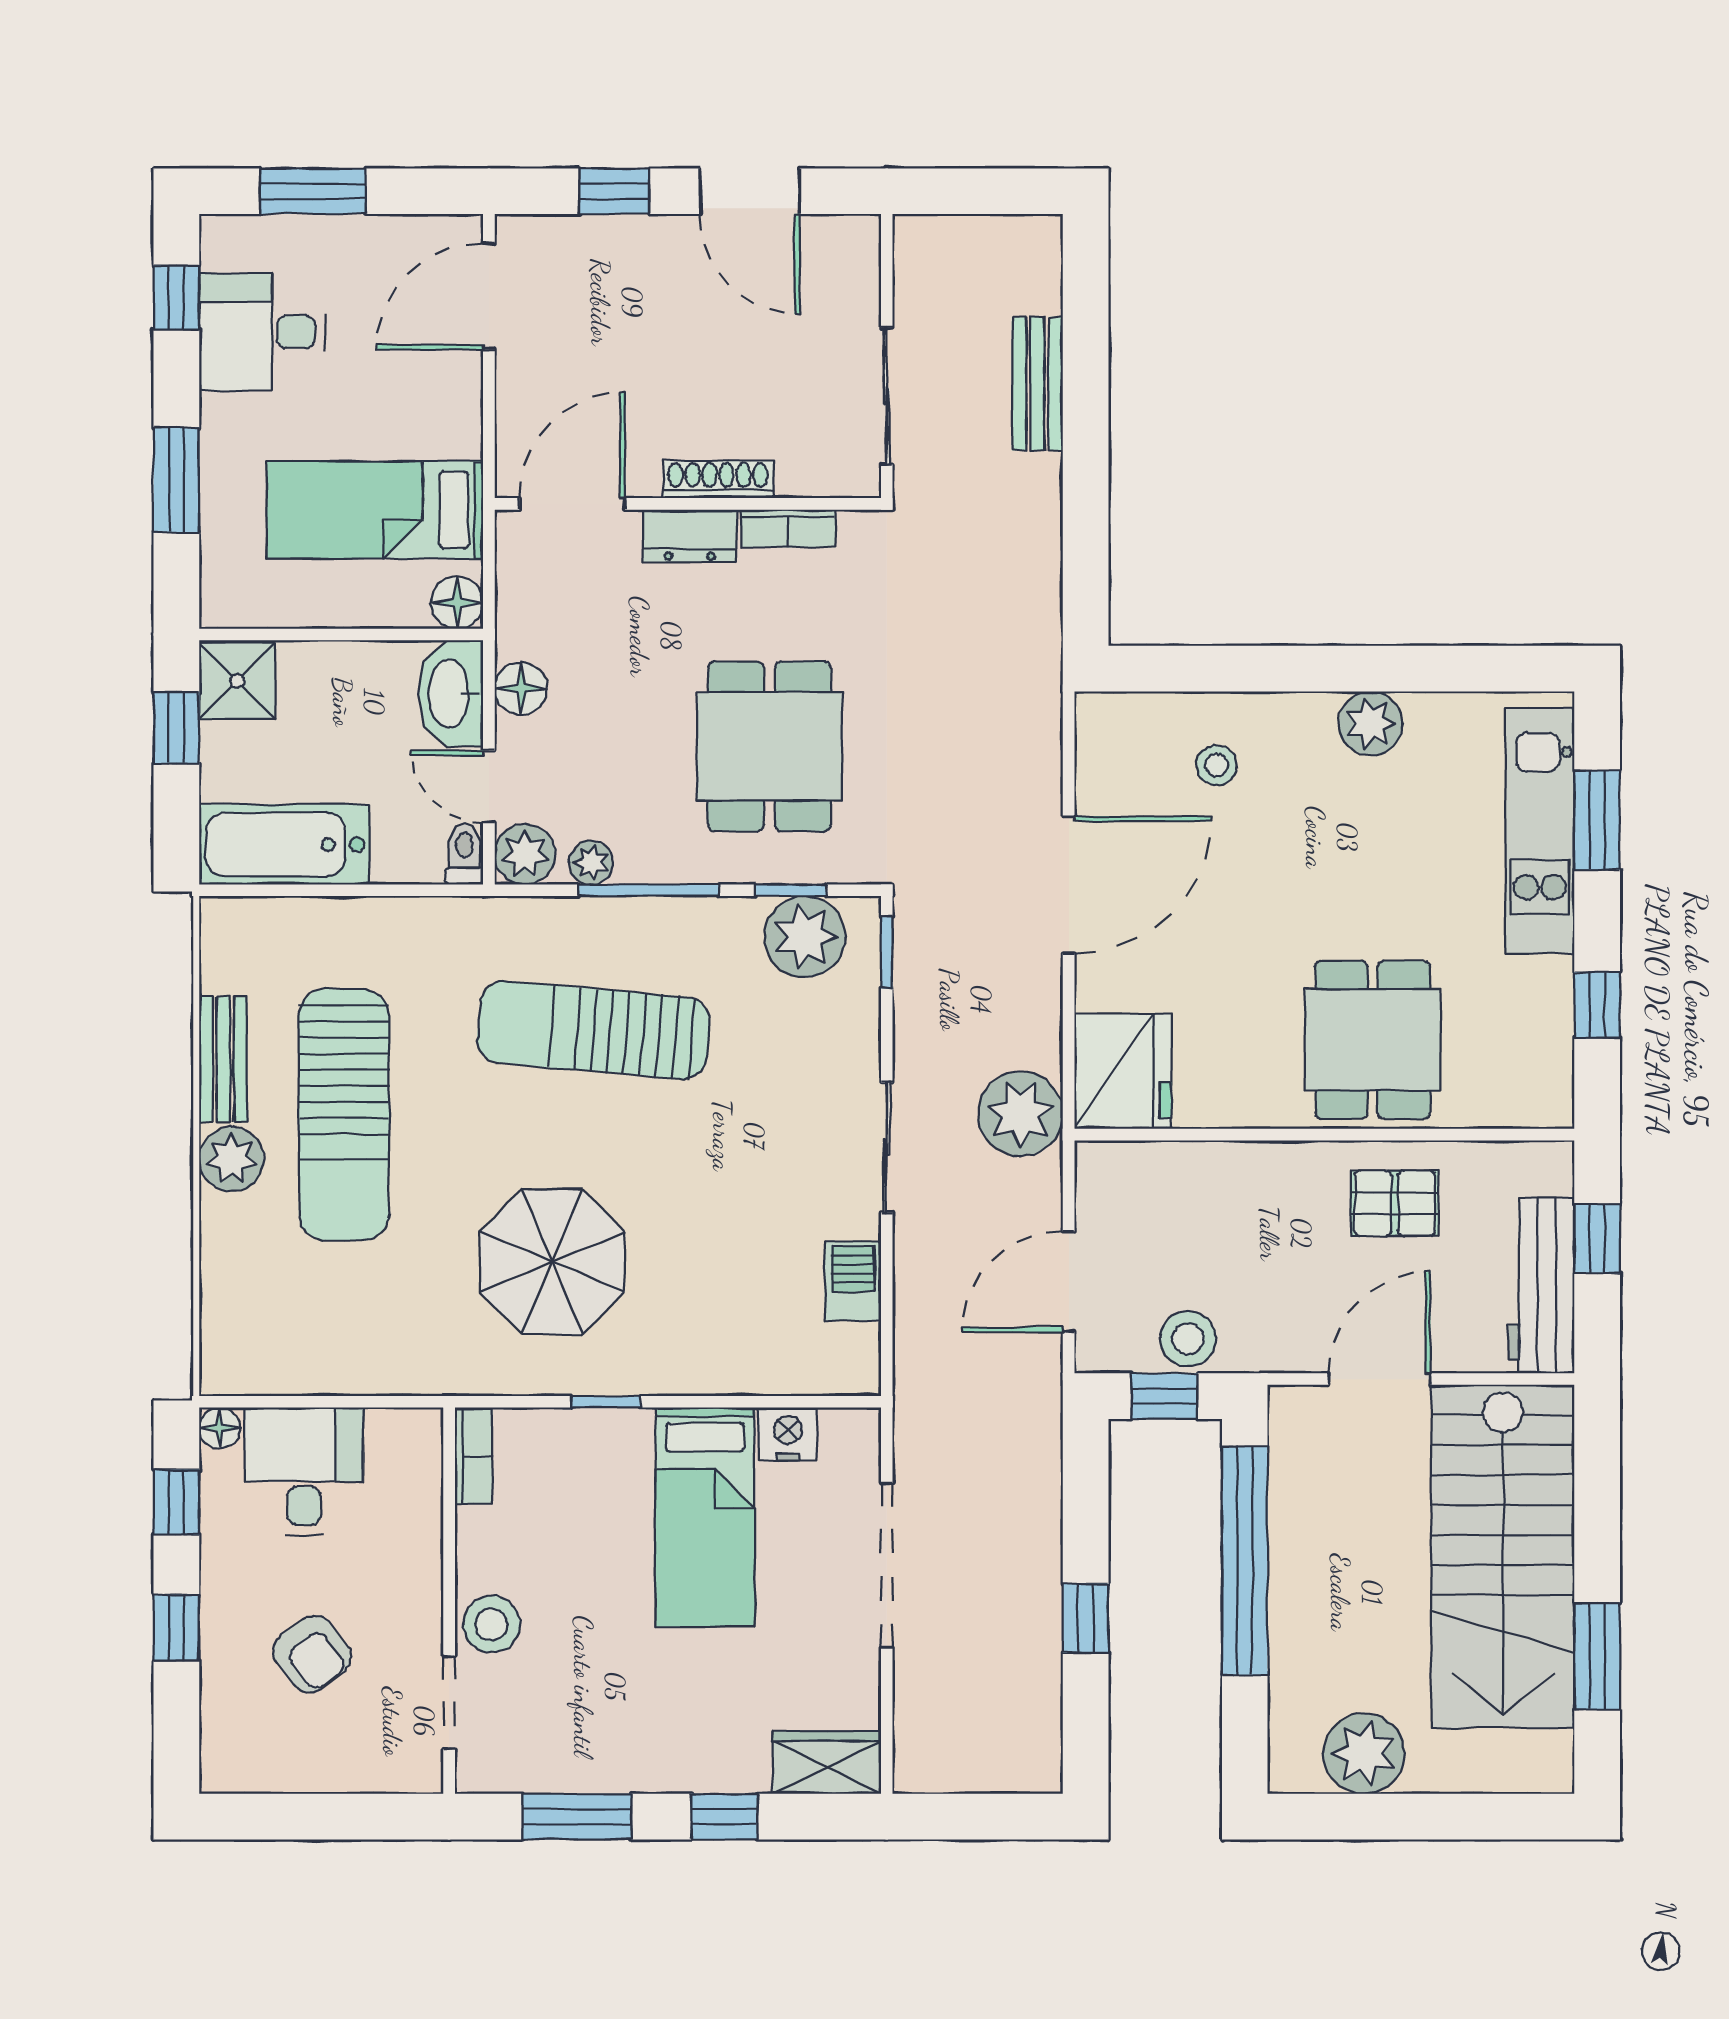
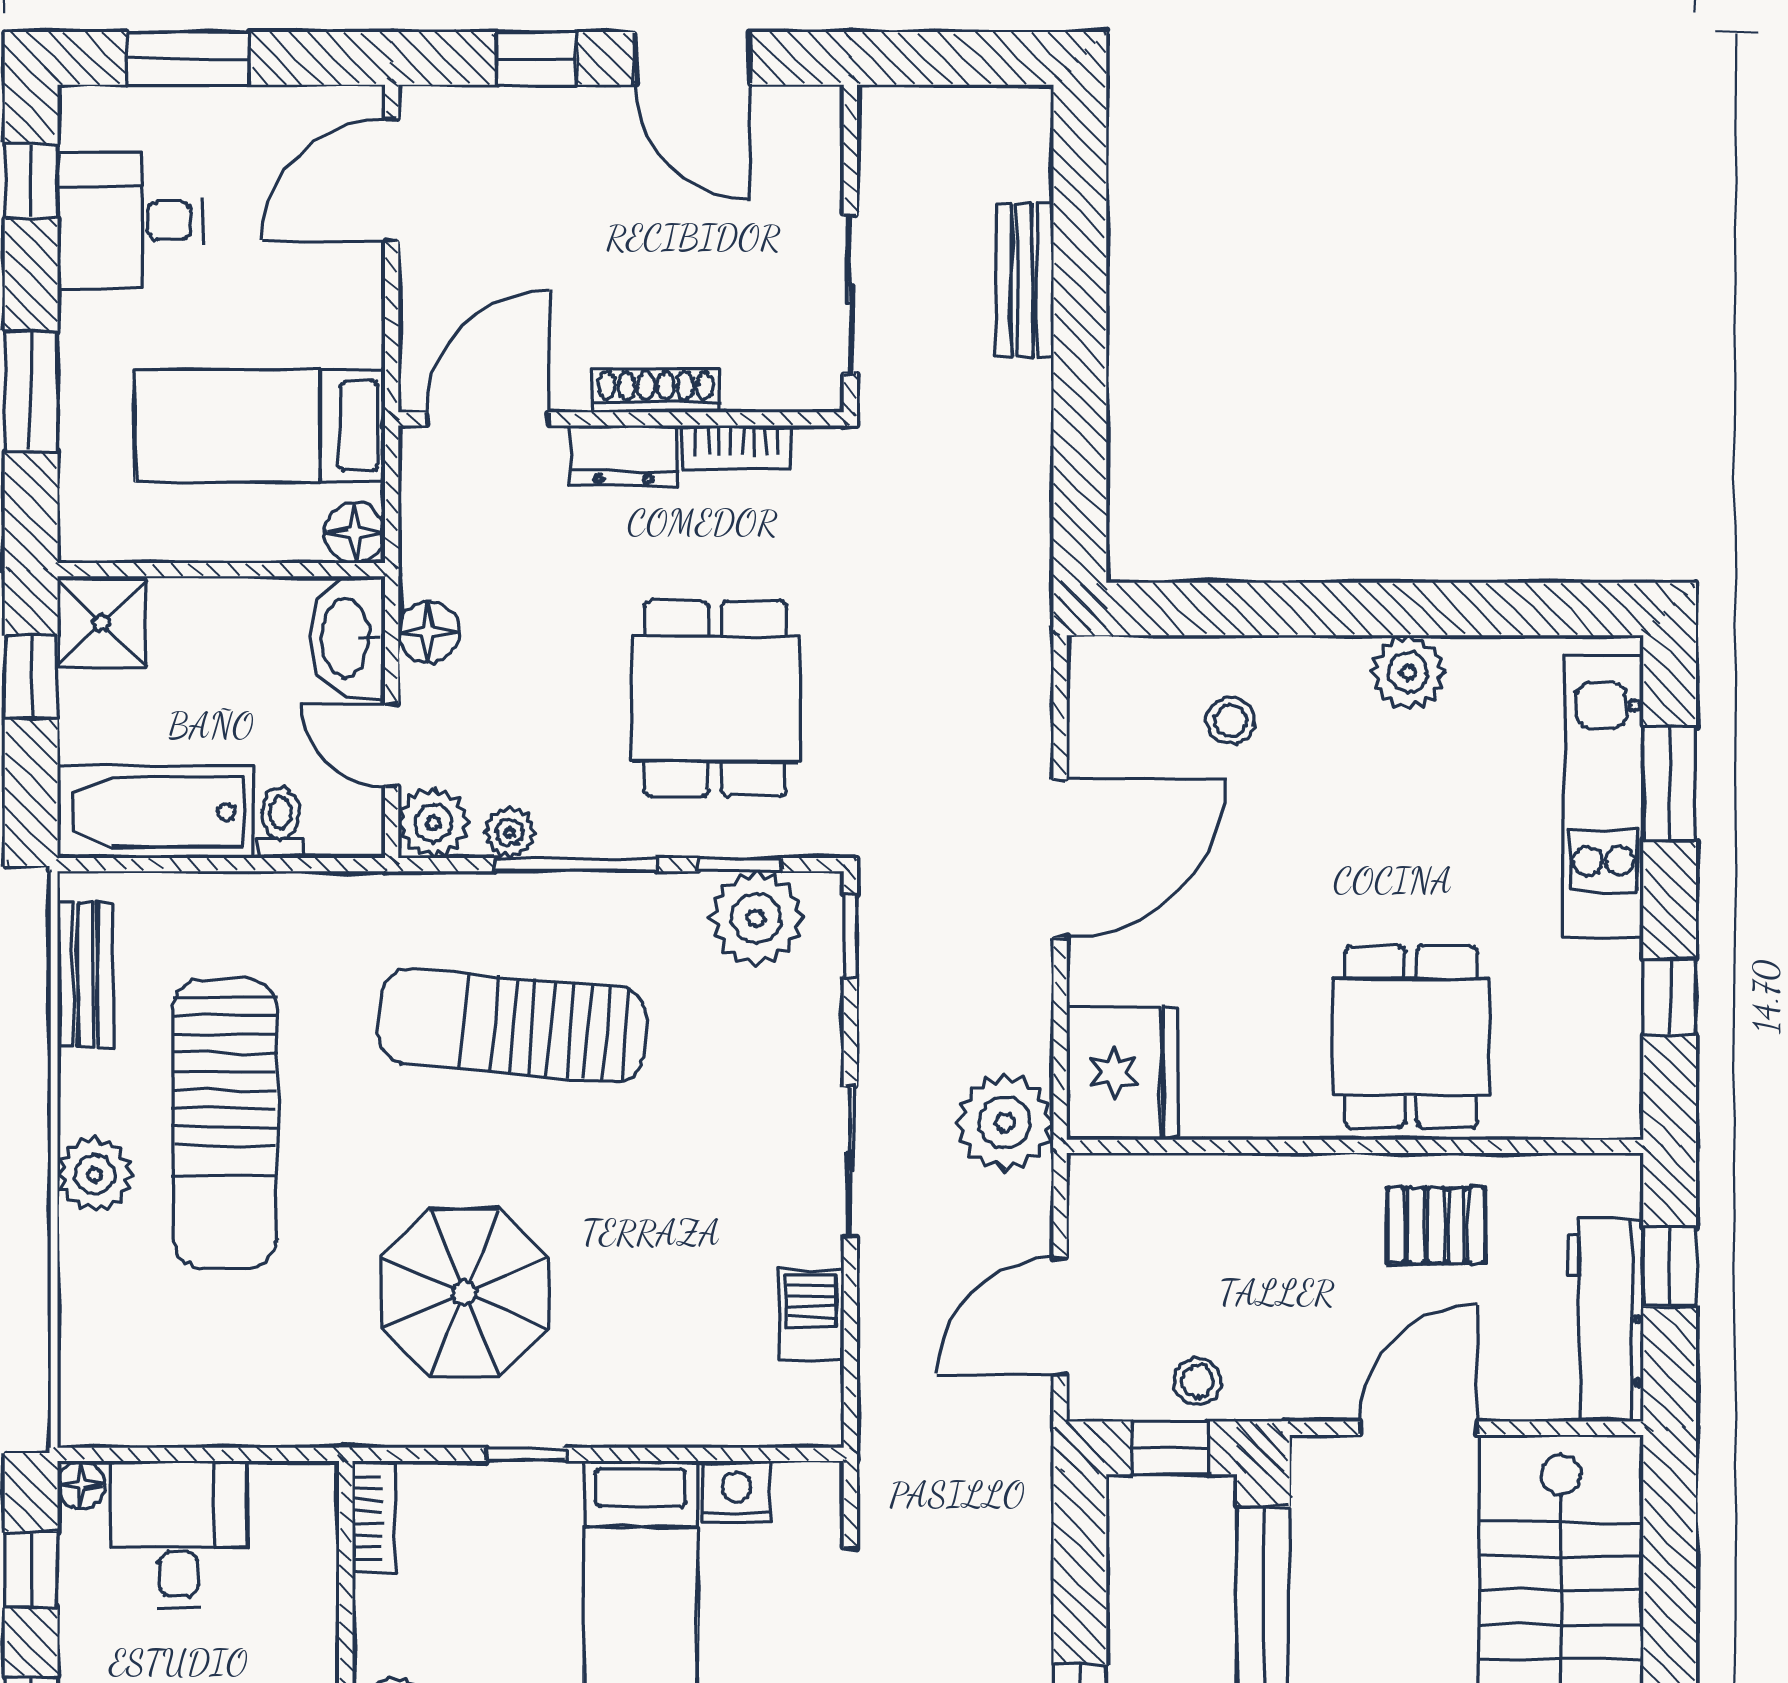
toilet: (464, 854) -> (280, 823), moved
bench: (223, 1059) -> (85, 975), moved
stool: (1188, 1339) -> (1198, 1382), width x0.73, depth x0.73

